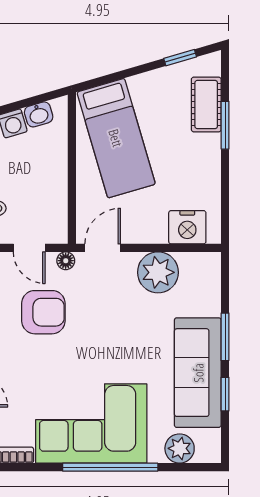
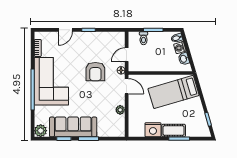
cot: (206, 104) -> (174, 131), moved
nightstand: (187, 227) -> (153, 130), moved, turned -90
plant: (158, 272) -> (120, 110), width x0.53, depth x0.53
armchair: (43, 312) -> (95, 72), moved
plant: (180, 448) -> (41, 131), moved

